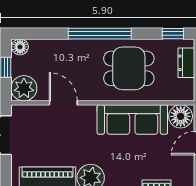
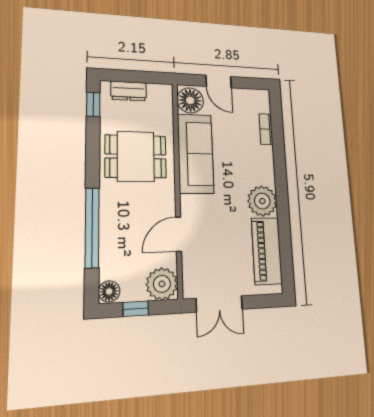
window: (100, 34) -> (92, 227), moved
dining table: (129, 68) -> (136, 156), turned 90

